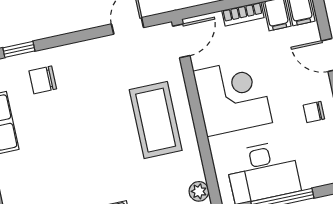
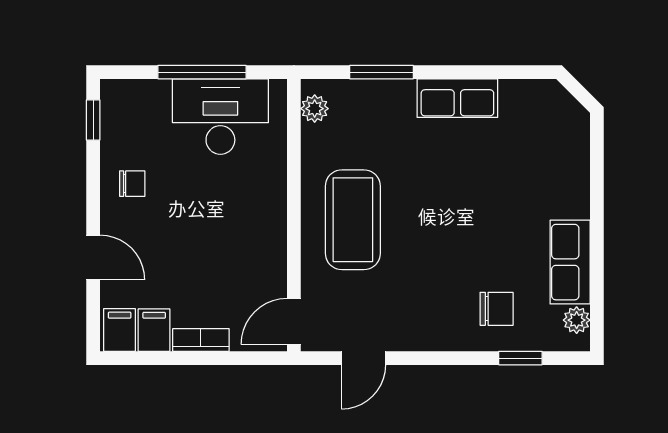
corner desk: (233, 97) -> (240, 229), removed

